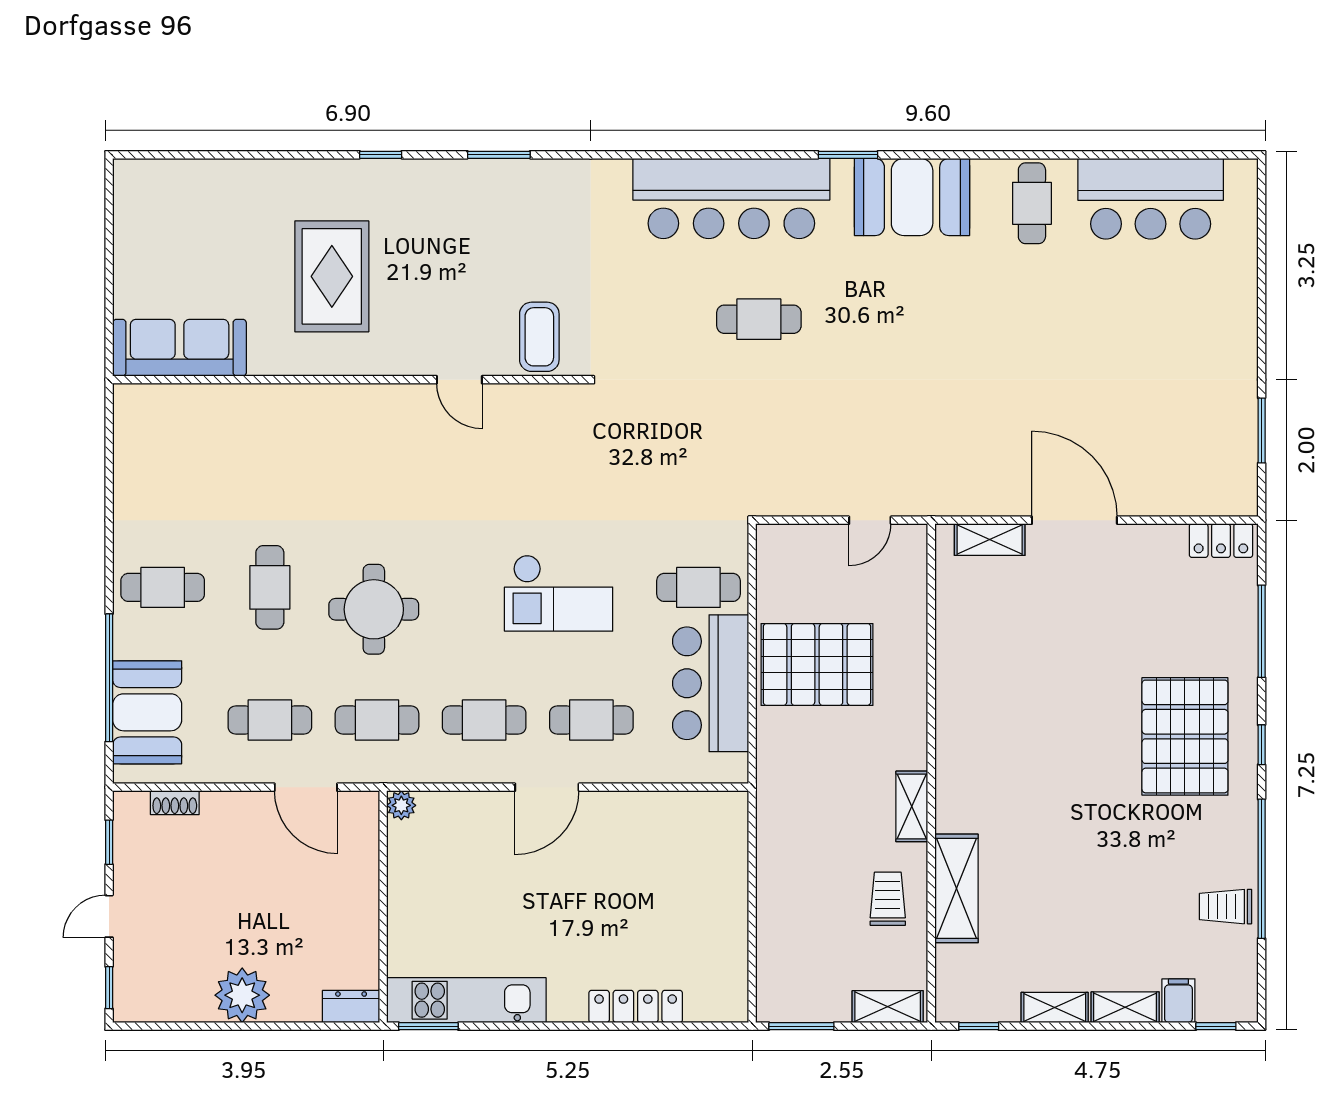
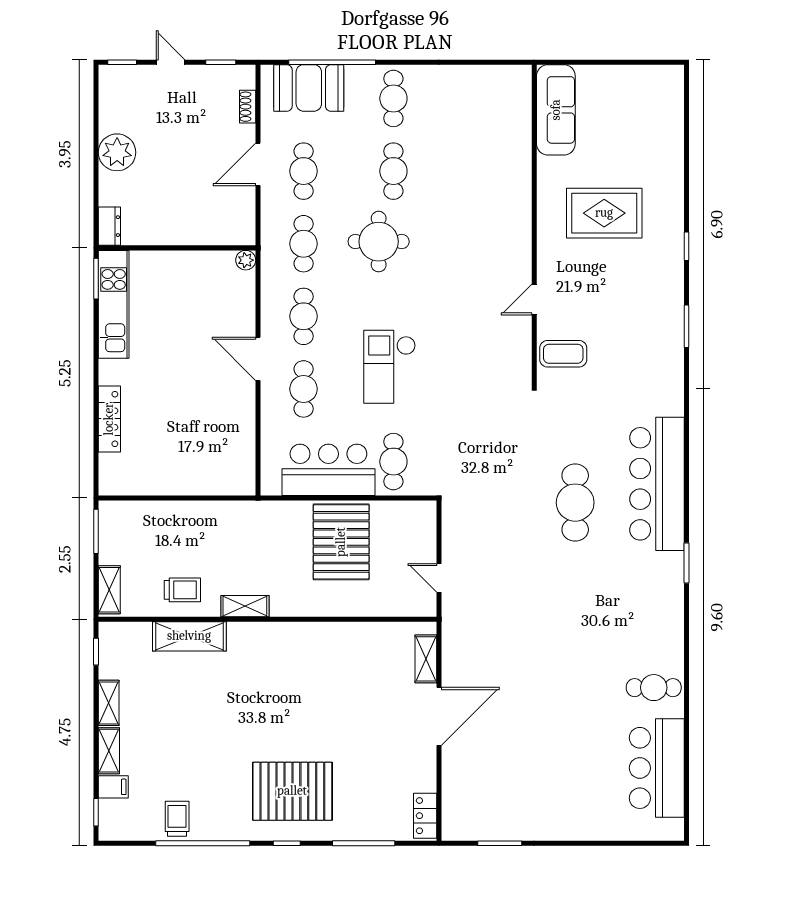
booth: (912, 197) -> (658, 606), removed
cafe table: (759, 319) -> (575, 503), width x1.37, depth x1.35
cafe table: (270, 587) -> (393, 171), turned 90
door: (306, 787) -> (258, 164), moved

